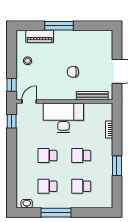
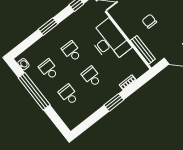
window: (12, 159) -> (48, 27), added
window: (117, 166) -> (114, 102), moved
window: (56, 213) -> (34, 91), width x1.46

